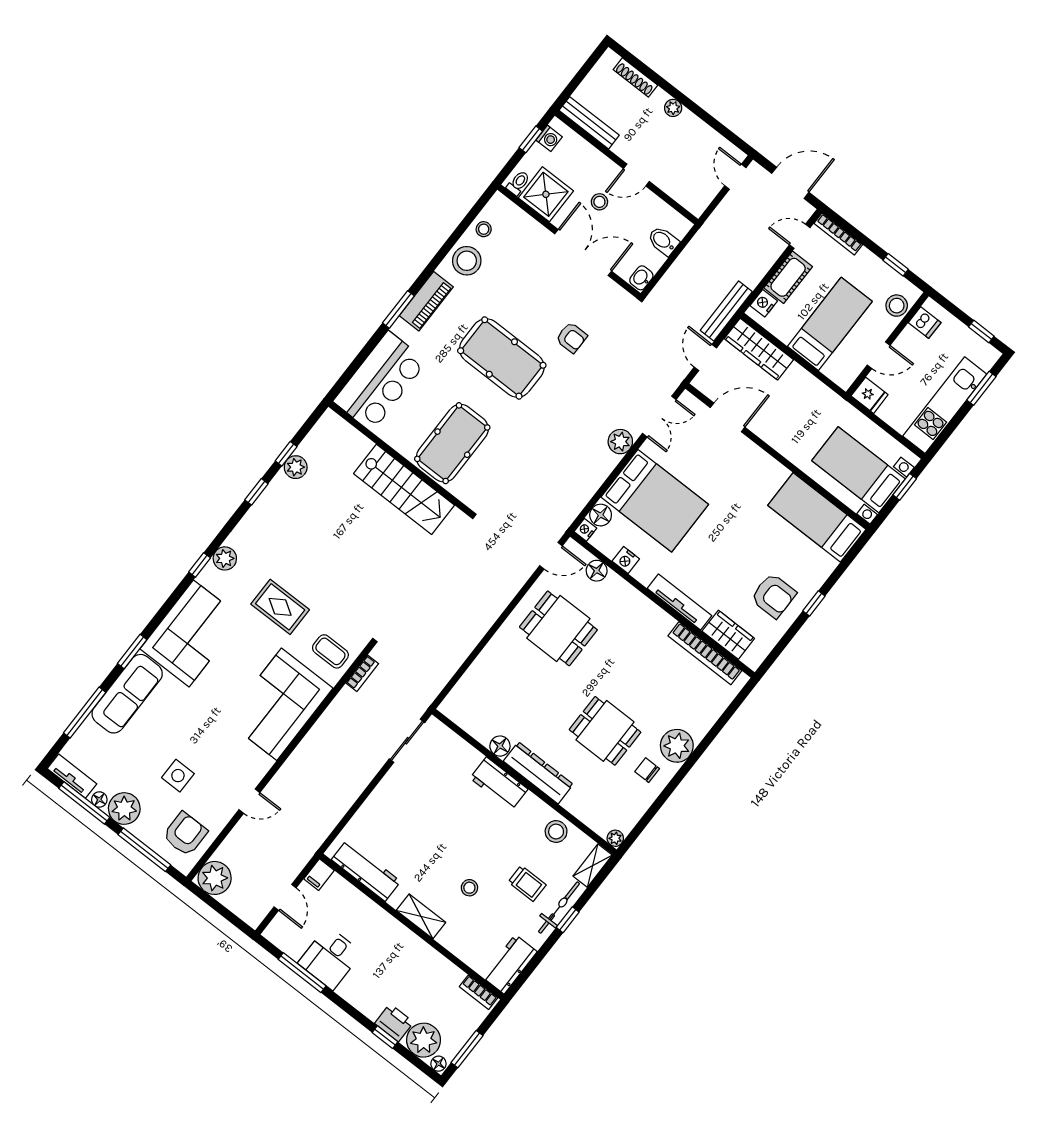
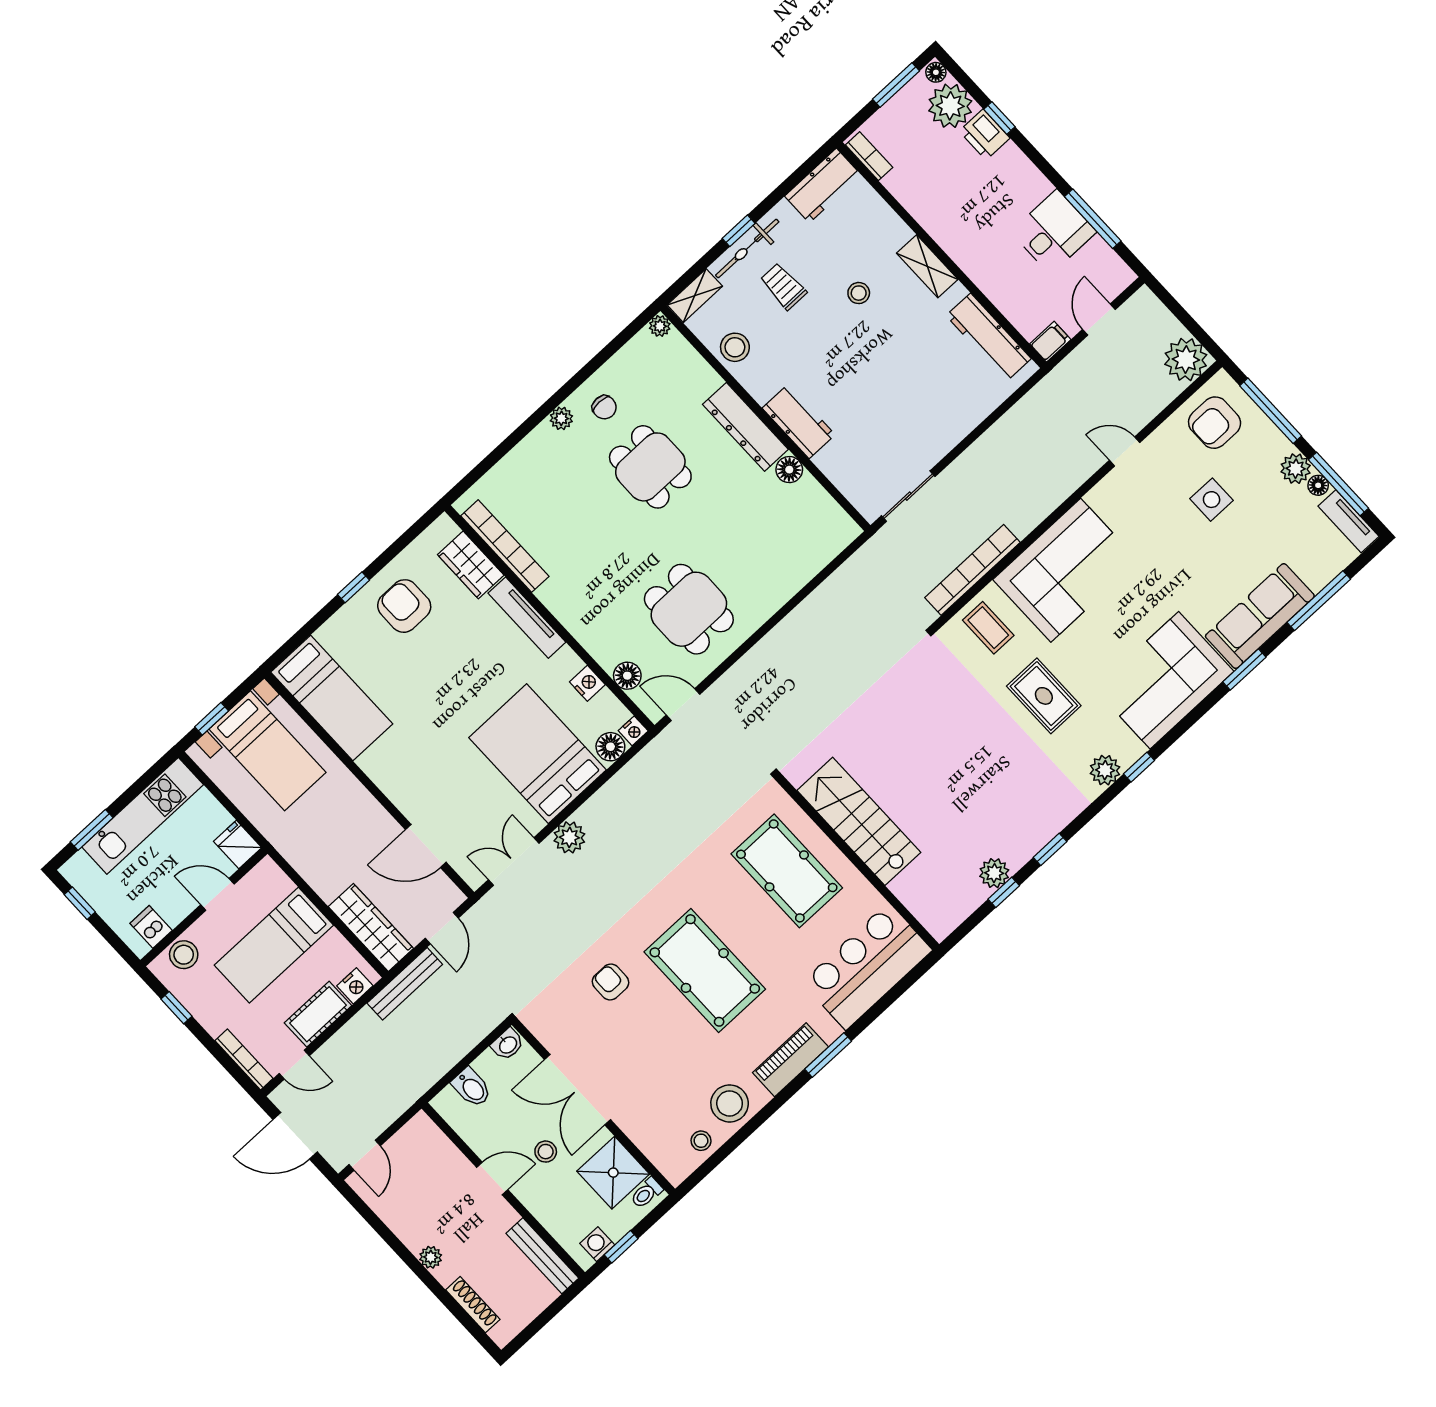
pool table: (452, 443) -> (787, 871), turned 90
bookcase: (362, 673) -> (972, 570), width x2.31, depth x1.31
plant: (677, 746) -> (561, 418), width x0.53, depth x0.53
plant: (124, 809) -> (1296, 469), width x0.73, depth x0.73

